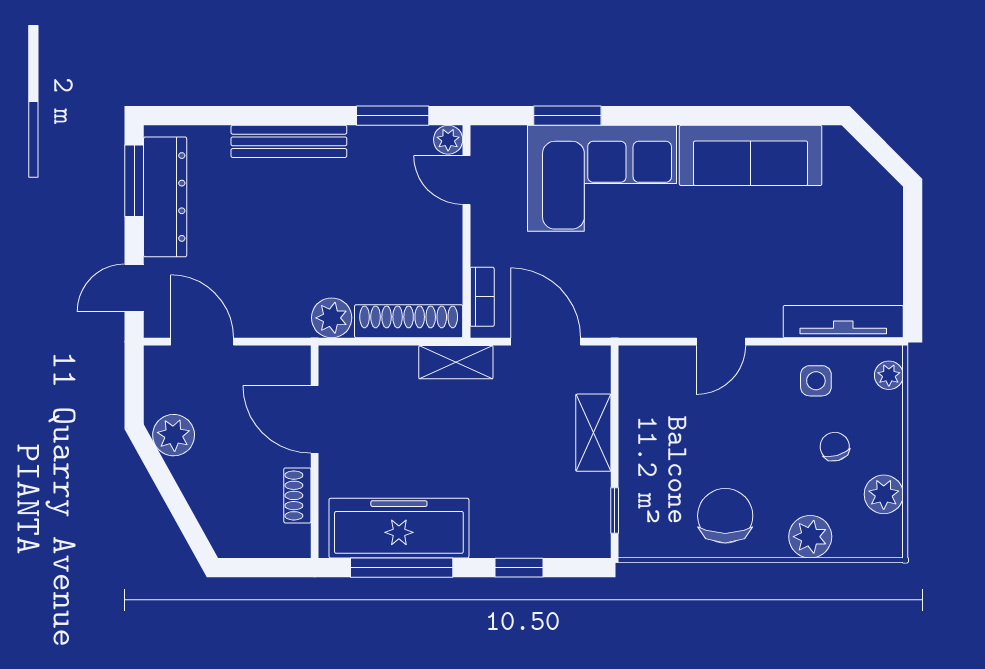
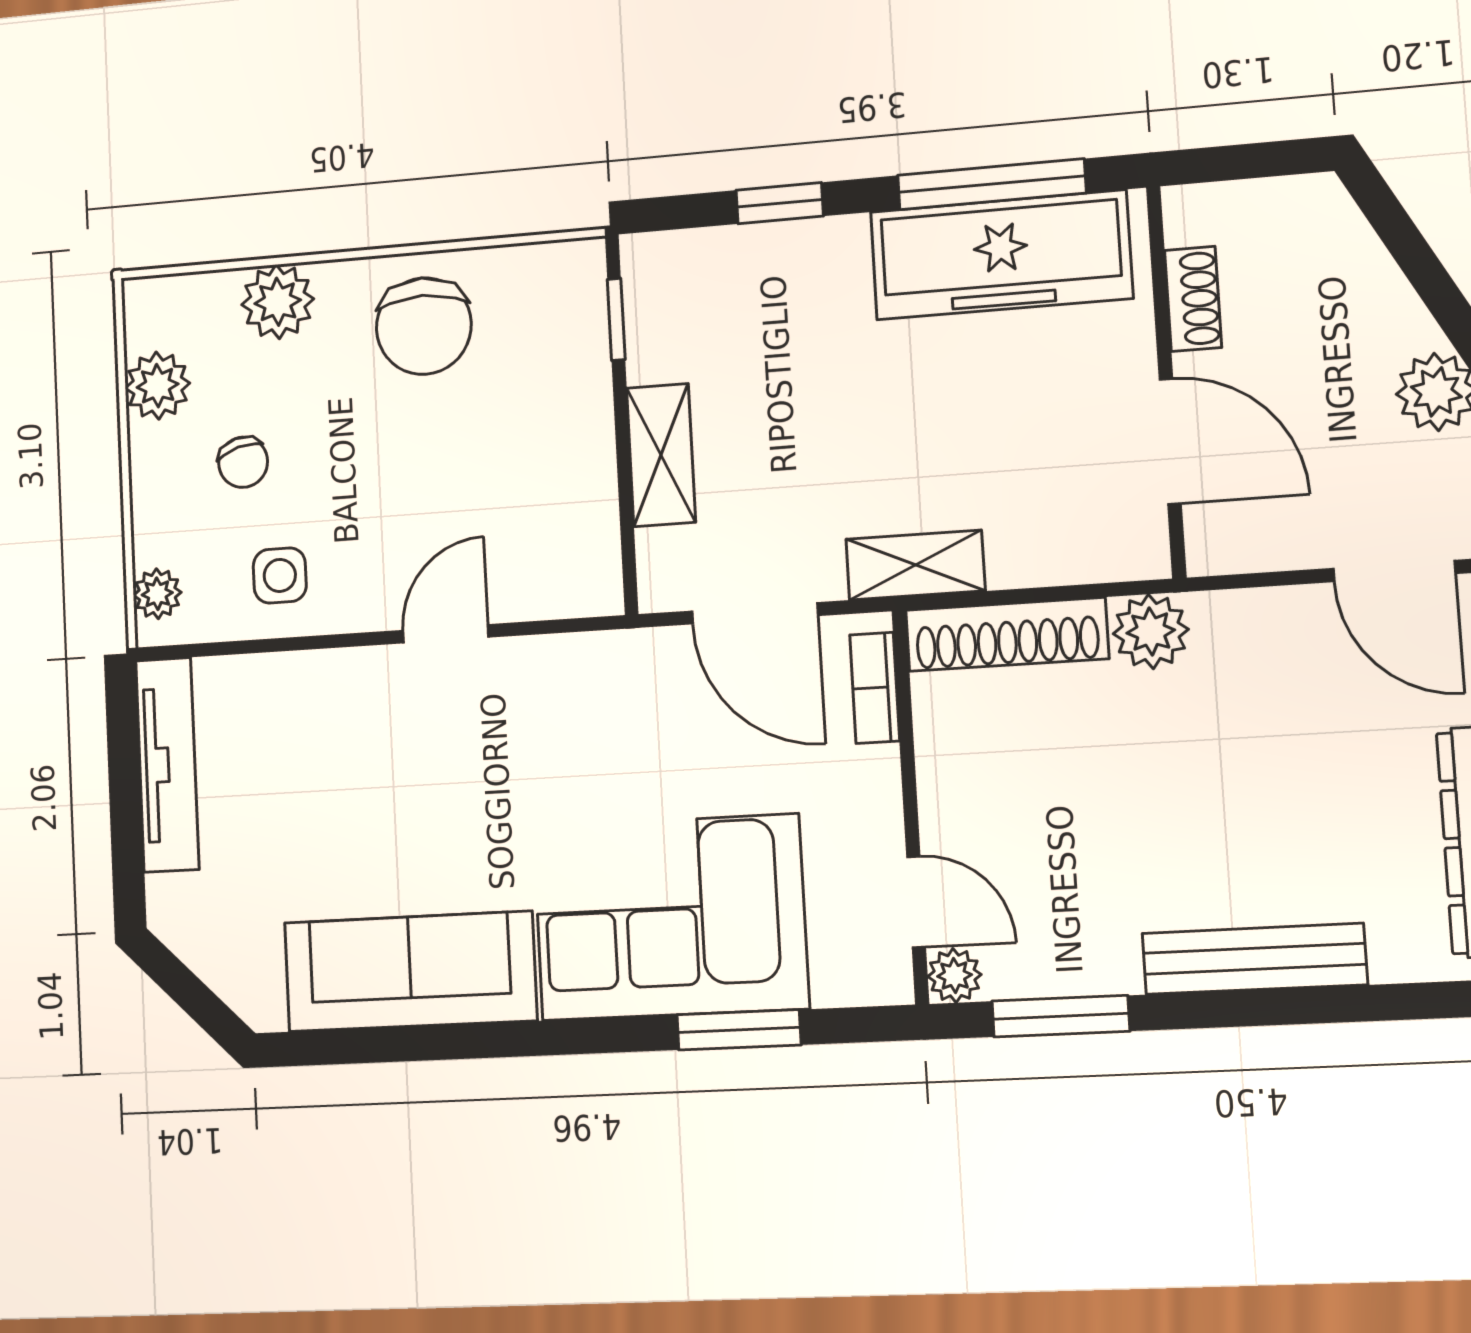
tv unit: (843, 322) -> (167, 765), moved, turned -90

